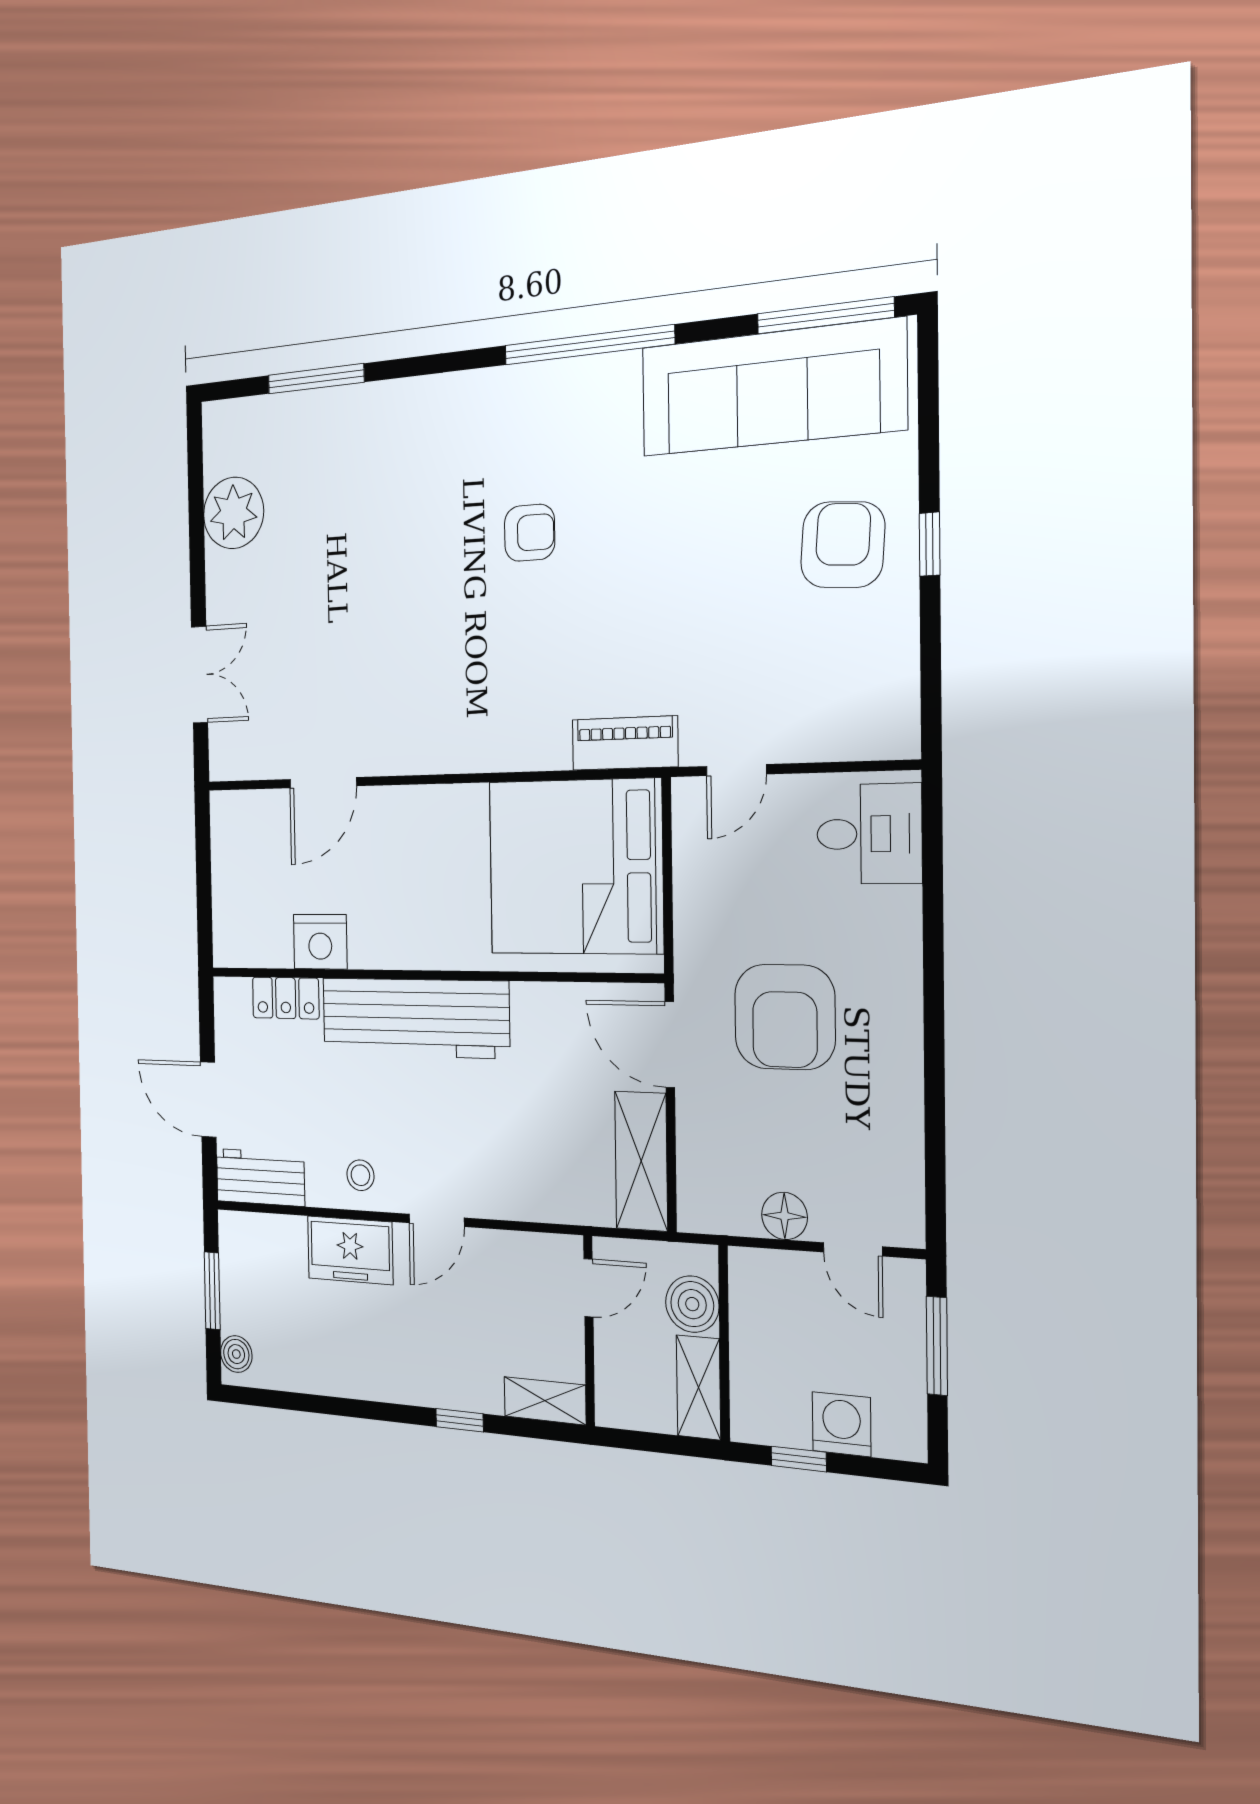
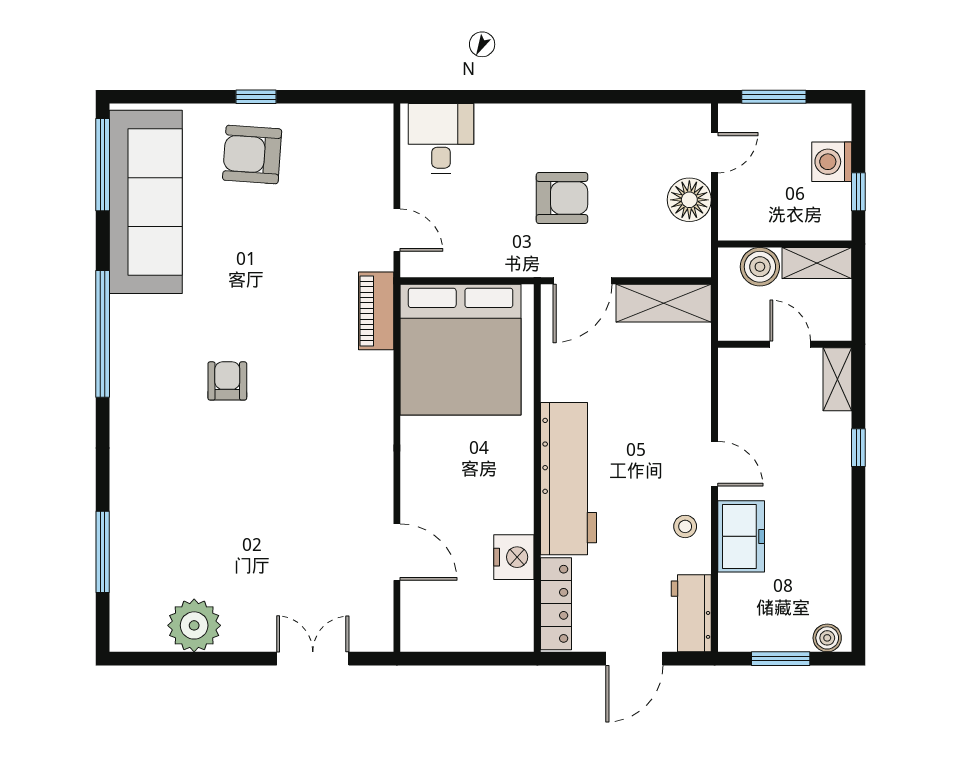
locker: (286, 998) -> (556, 604), width x1.53
armchair: (785, 1017) -> (562, 198), width x0.73, depth x0.73
floor lamp: (784, 1216) -> (689, 200), width x1.38, depth x1.38
door: (589, 1288) -> (790, 344), moved

